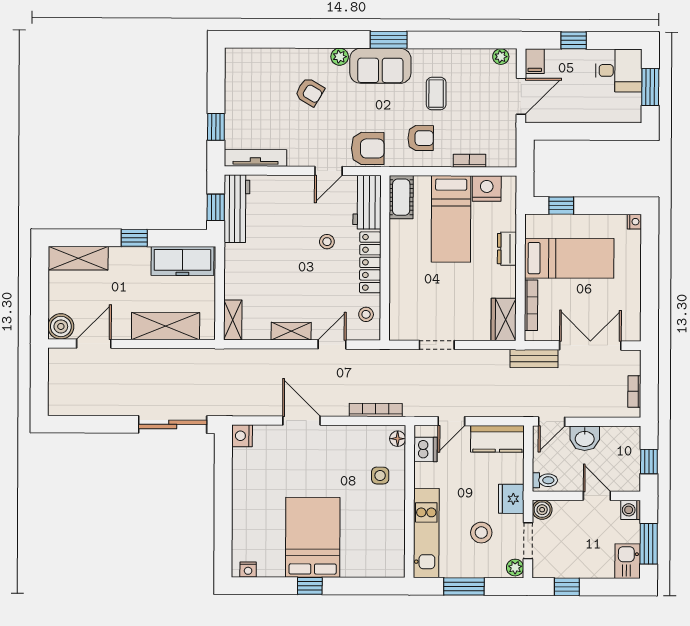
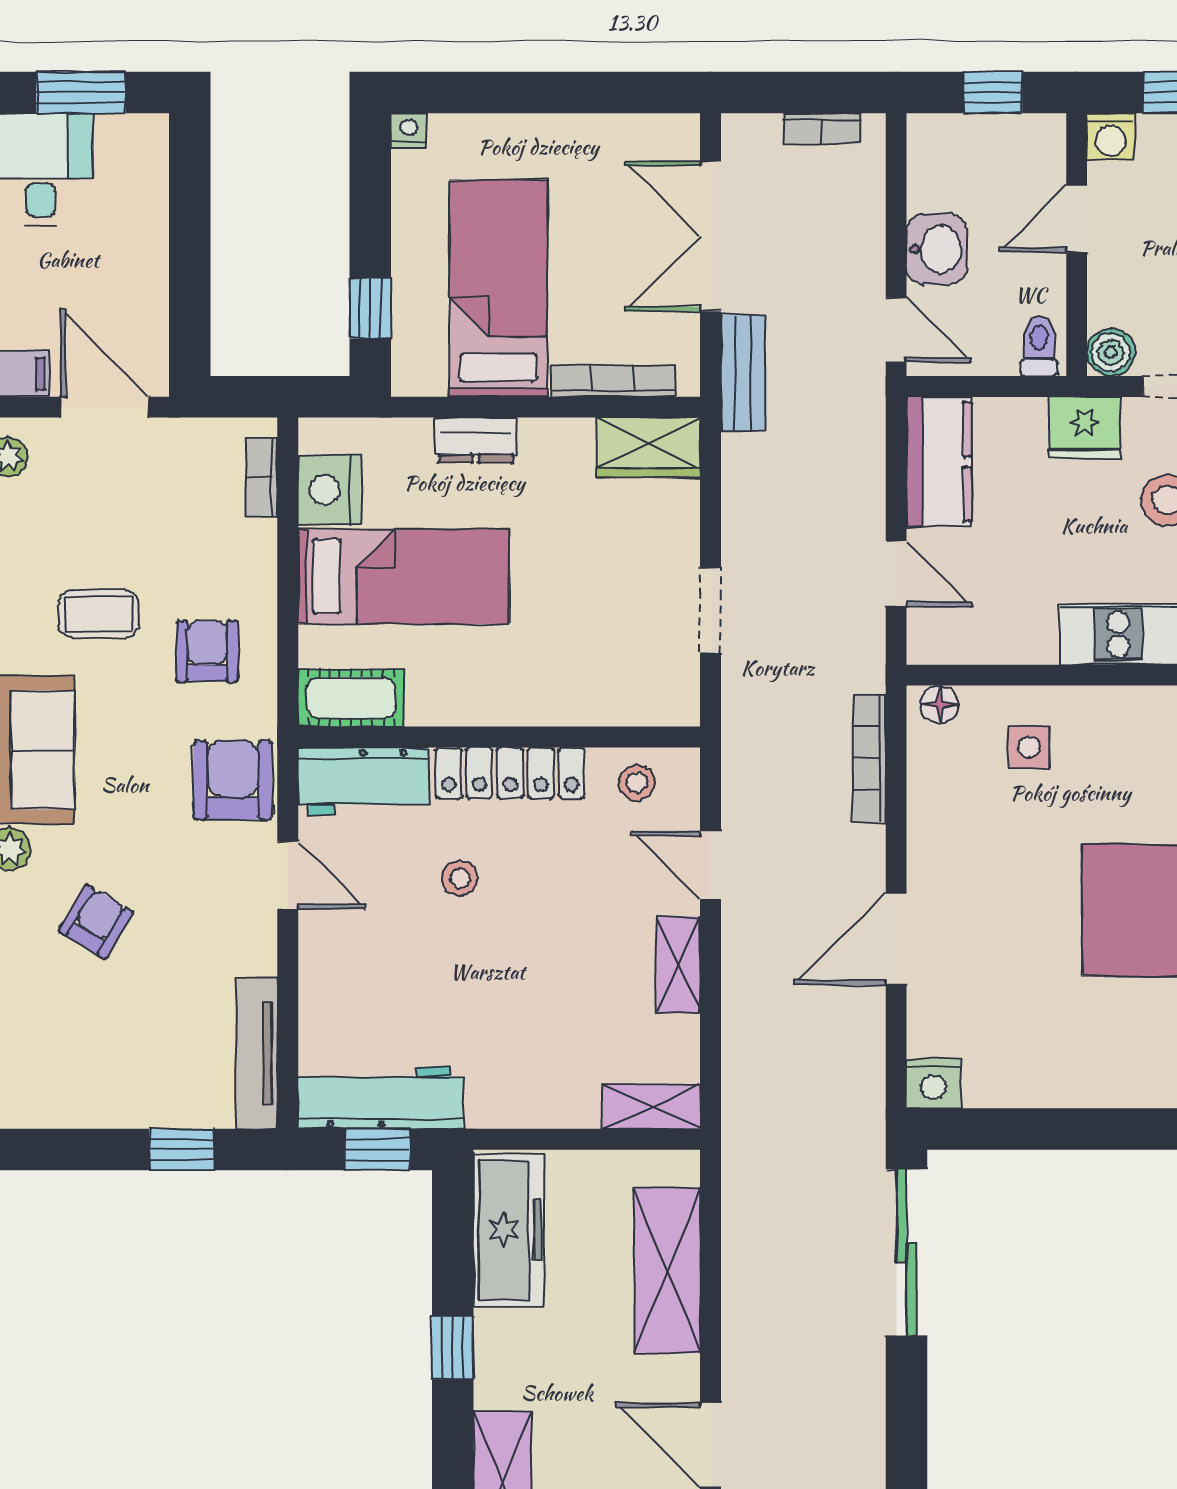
bookcase: (470, 161) -> (262, 477), moved
dishwasher: (425, 449) -> (965, 637), removed

